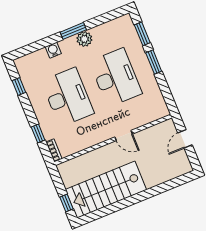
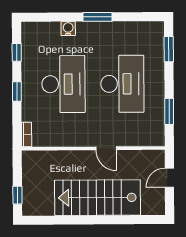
plant: (84, 39) -> (106, 30), removed
window: (154, 62) -> (169, 111), moved
window: (38, 133) -> (17, 91), moved
stairs: (106, 190) -> (97, 198), moved

